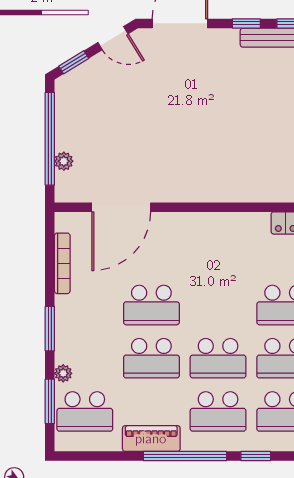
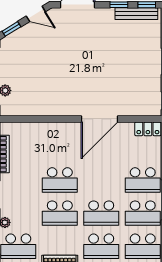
door: (121, 207) -> (99, 119), moved

